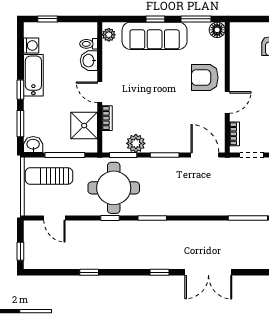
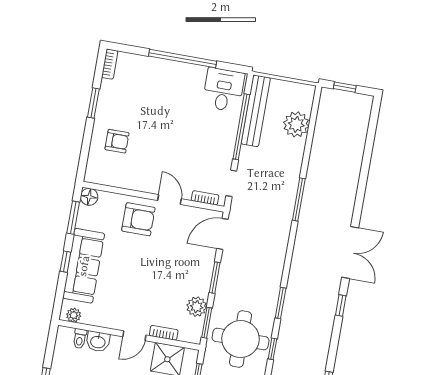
armchair: (205, 77) -> (138, 219), turned -90

